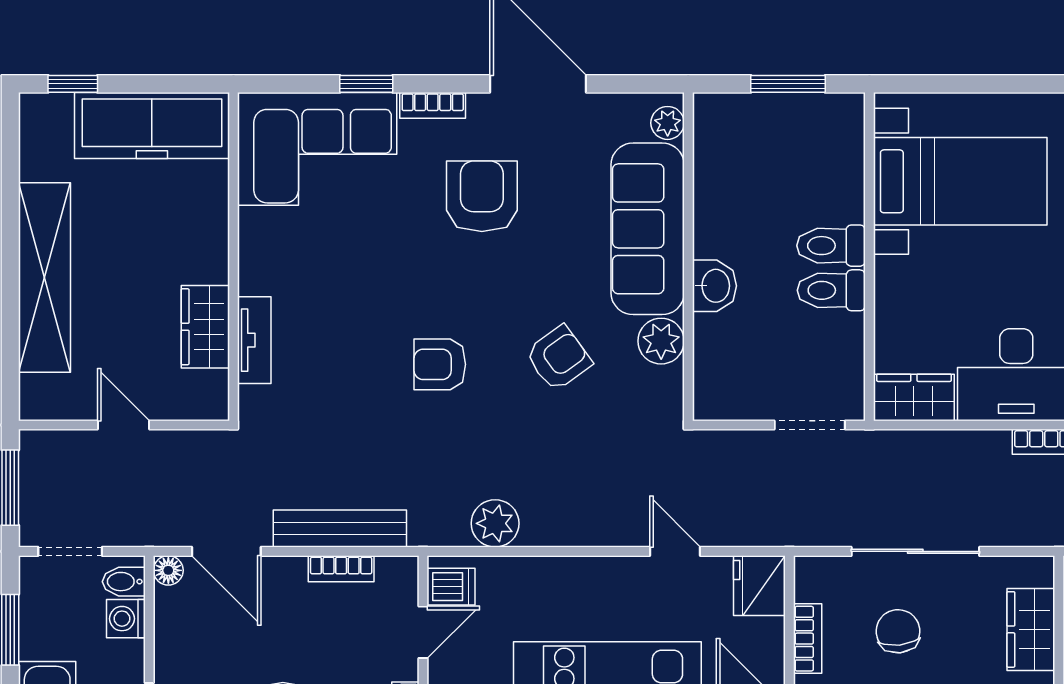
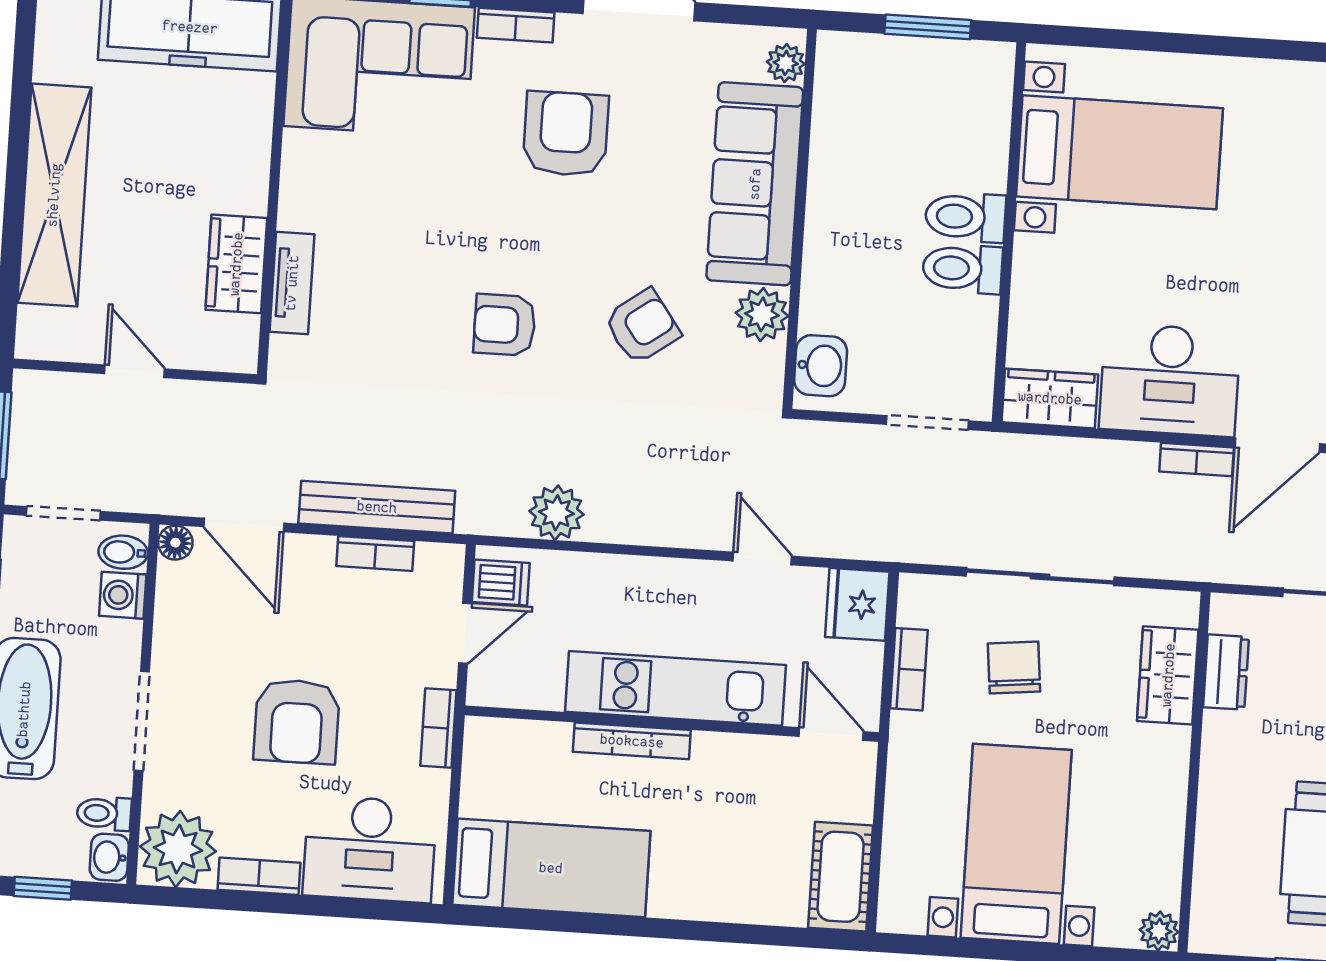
washbasin: (714, 286) -> (821, 366), moved

